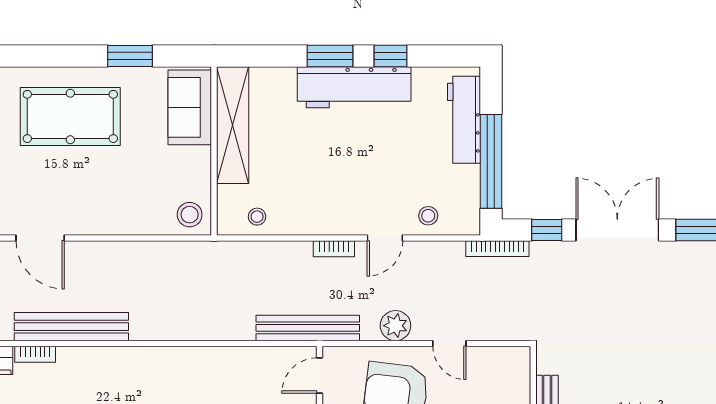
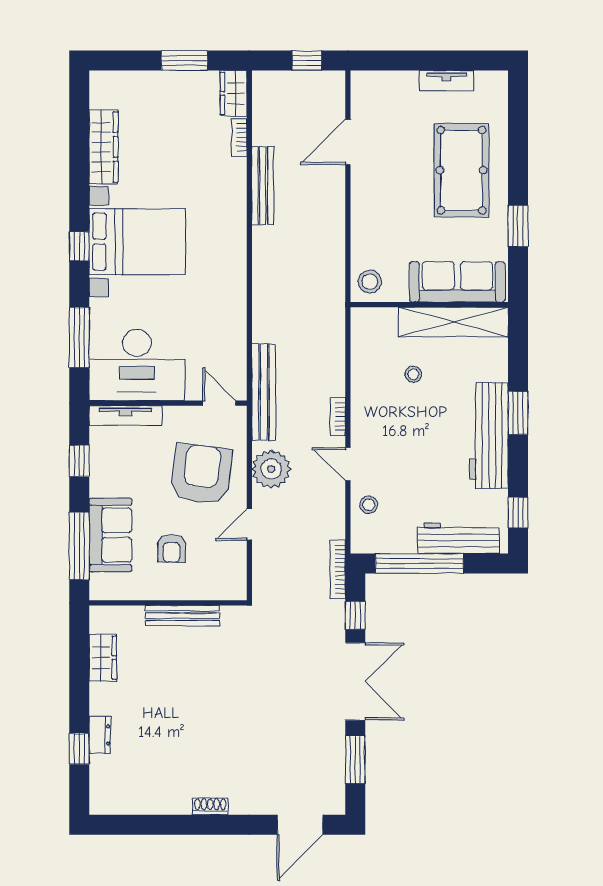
window: (390, 56) -> (518, 513), moved
sofa: (190, 107) -> (457, 282), width x1.36
stool: (257, 217) -> (413, 374), moved
plant: (395, 326) -> (271, 469), width x1.36, depth x1.36
bench: (71, 327) -> (263, 186), width x0.73, depth x0.82

